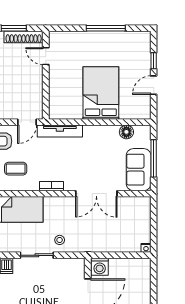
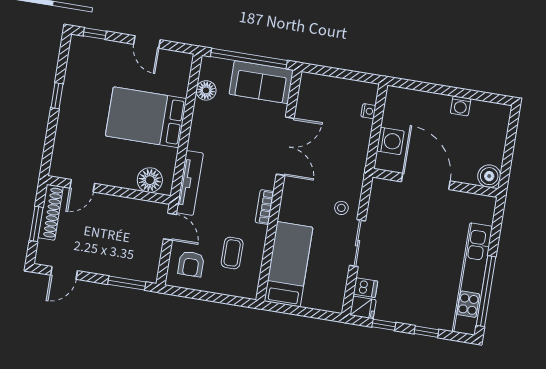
window: (106, 28) -> (57, 96), width x0.46
window: (154, 61) -> (95, 34), moved
floor lamp: (57, 103) -> (150, 180), added
window: (154, 158) -> (249, 59), width x1.46
nightstand: (146, 248) -> (368, 111), moved
washing machine: (100, 267) -> (390, 141), moved

